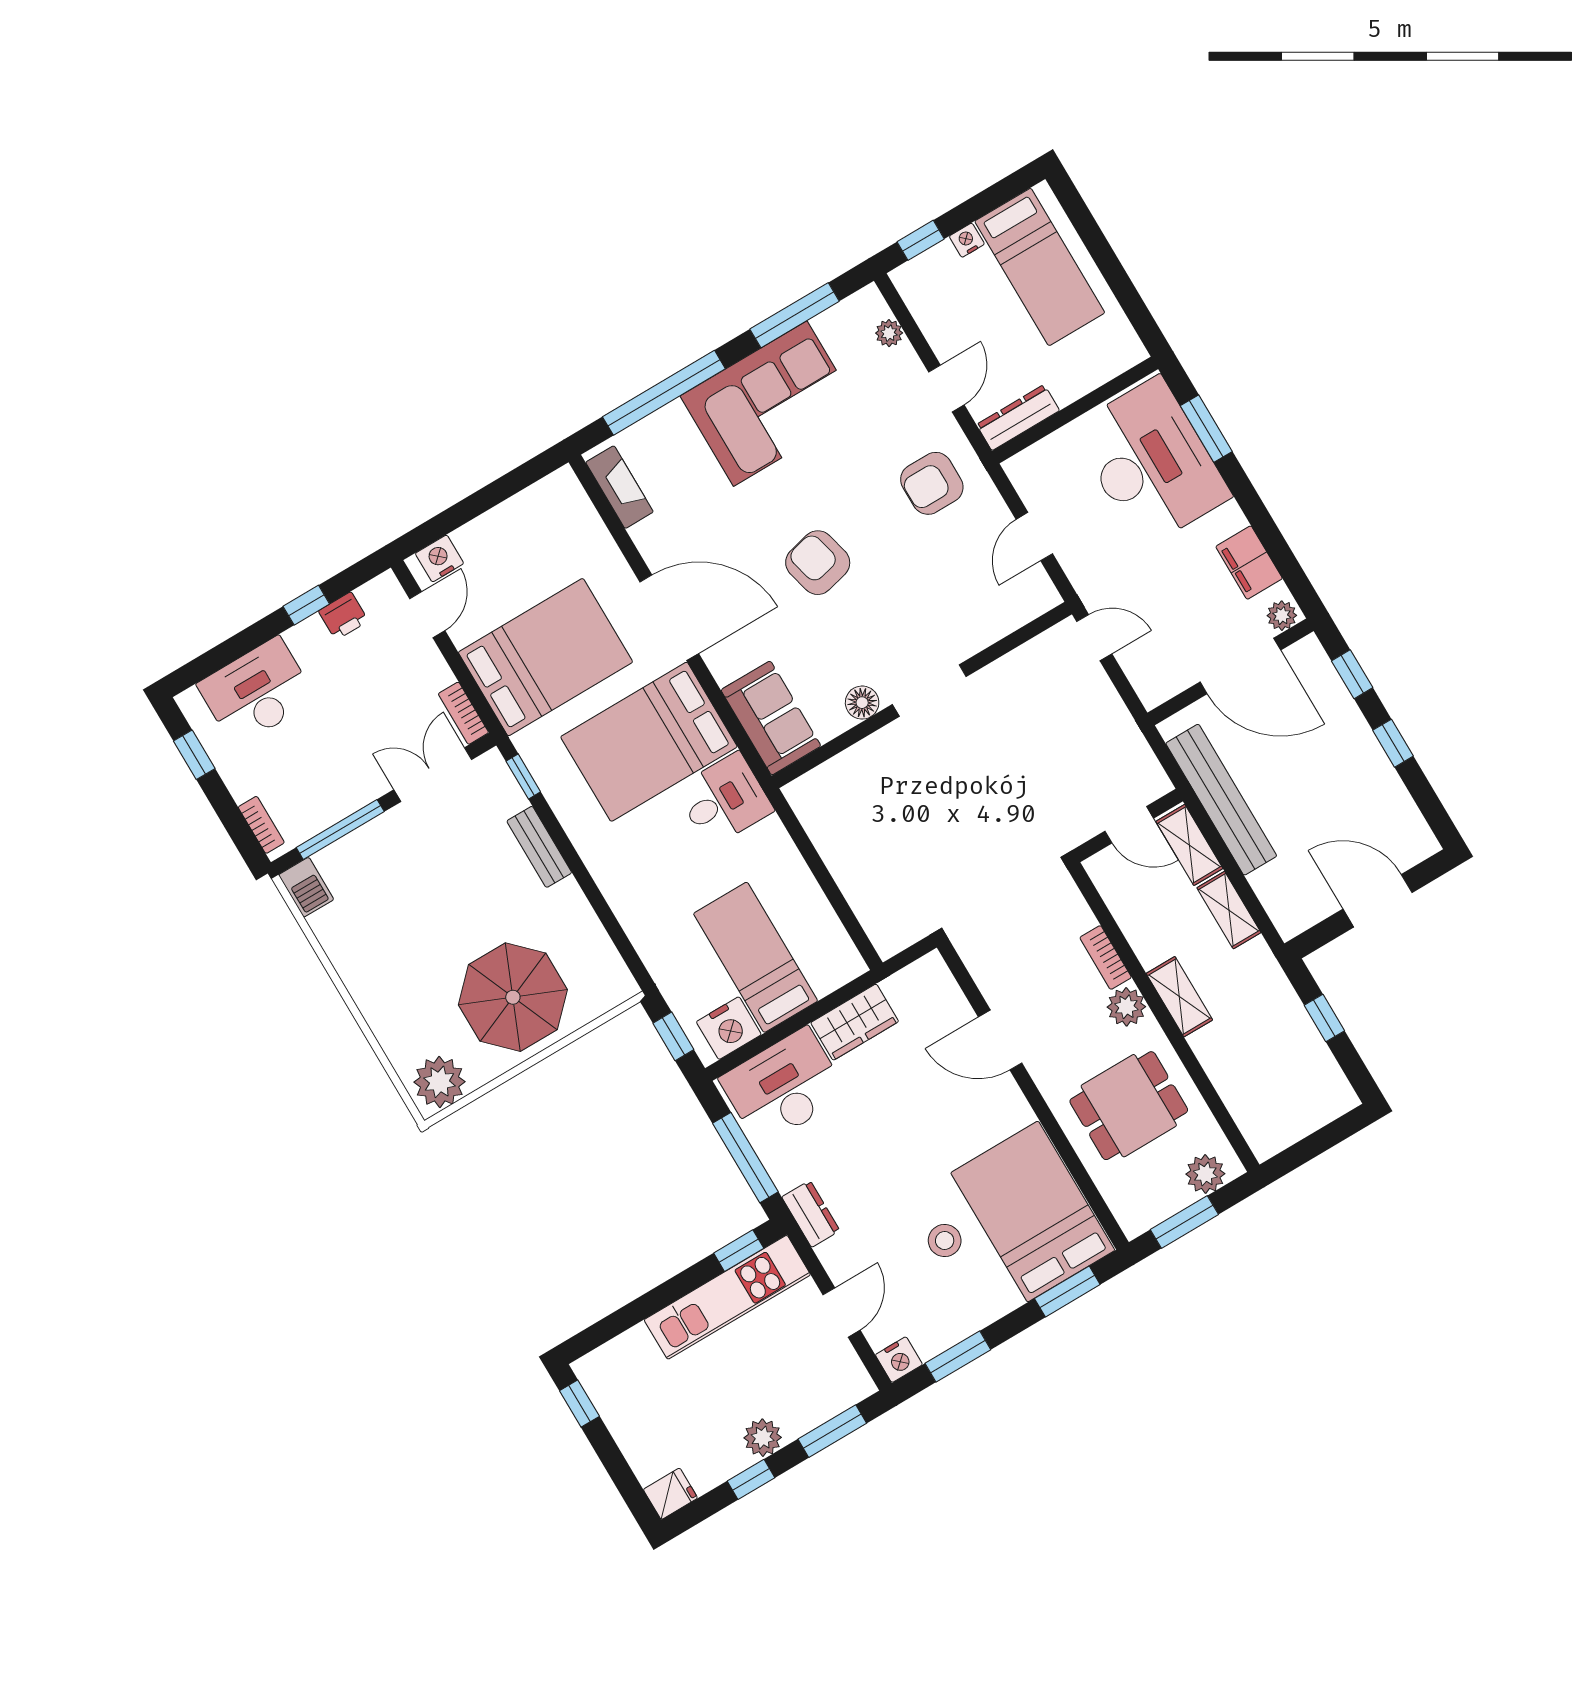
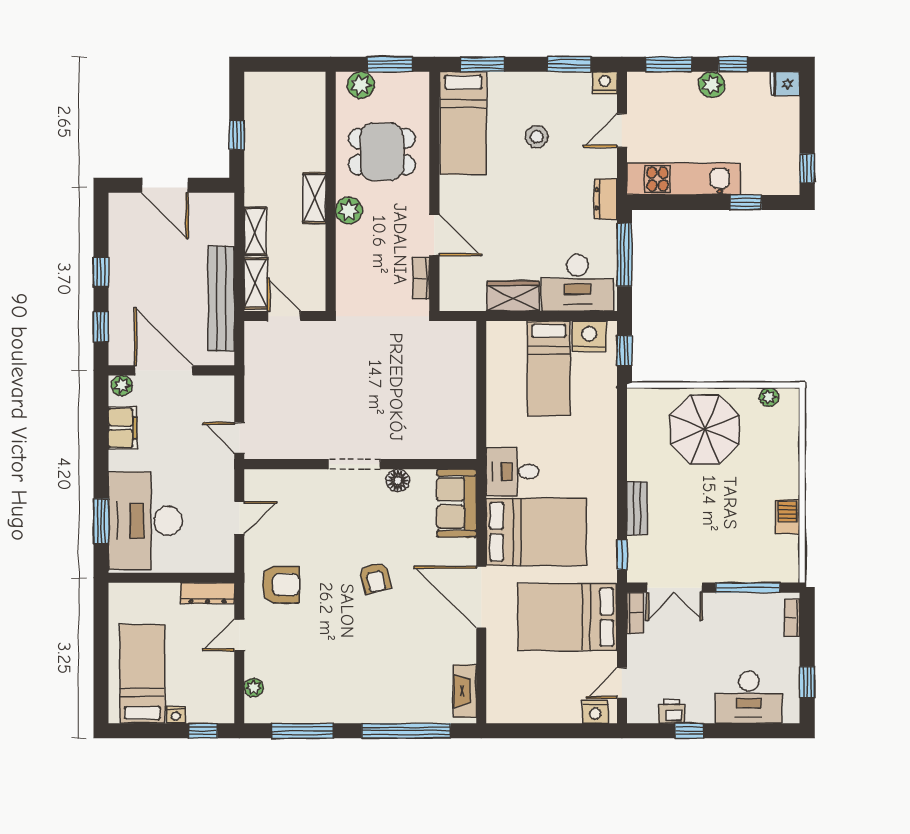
corner sofa: (770, 404) -> (348, 688), removed
armchair: (818, 563) -> (375, 578), width x0.72, depth x0.72
barbecue: (306, 887) -> (788, 517), moved
bookcase: (1106, 957) -> (421, 278), moved, turned 180
plant: (439, 1082) -> (769, 397), width x0.53, depth x0.53
bed: (1033, 1211) -> (463, 123), width x0.67
window: (739, 1251) -> (746, 202), moved

